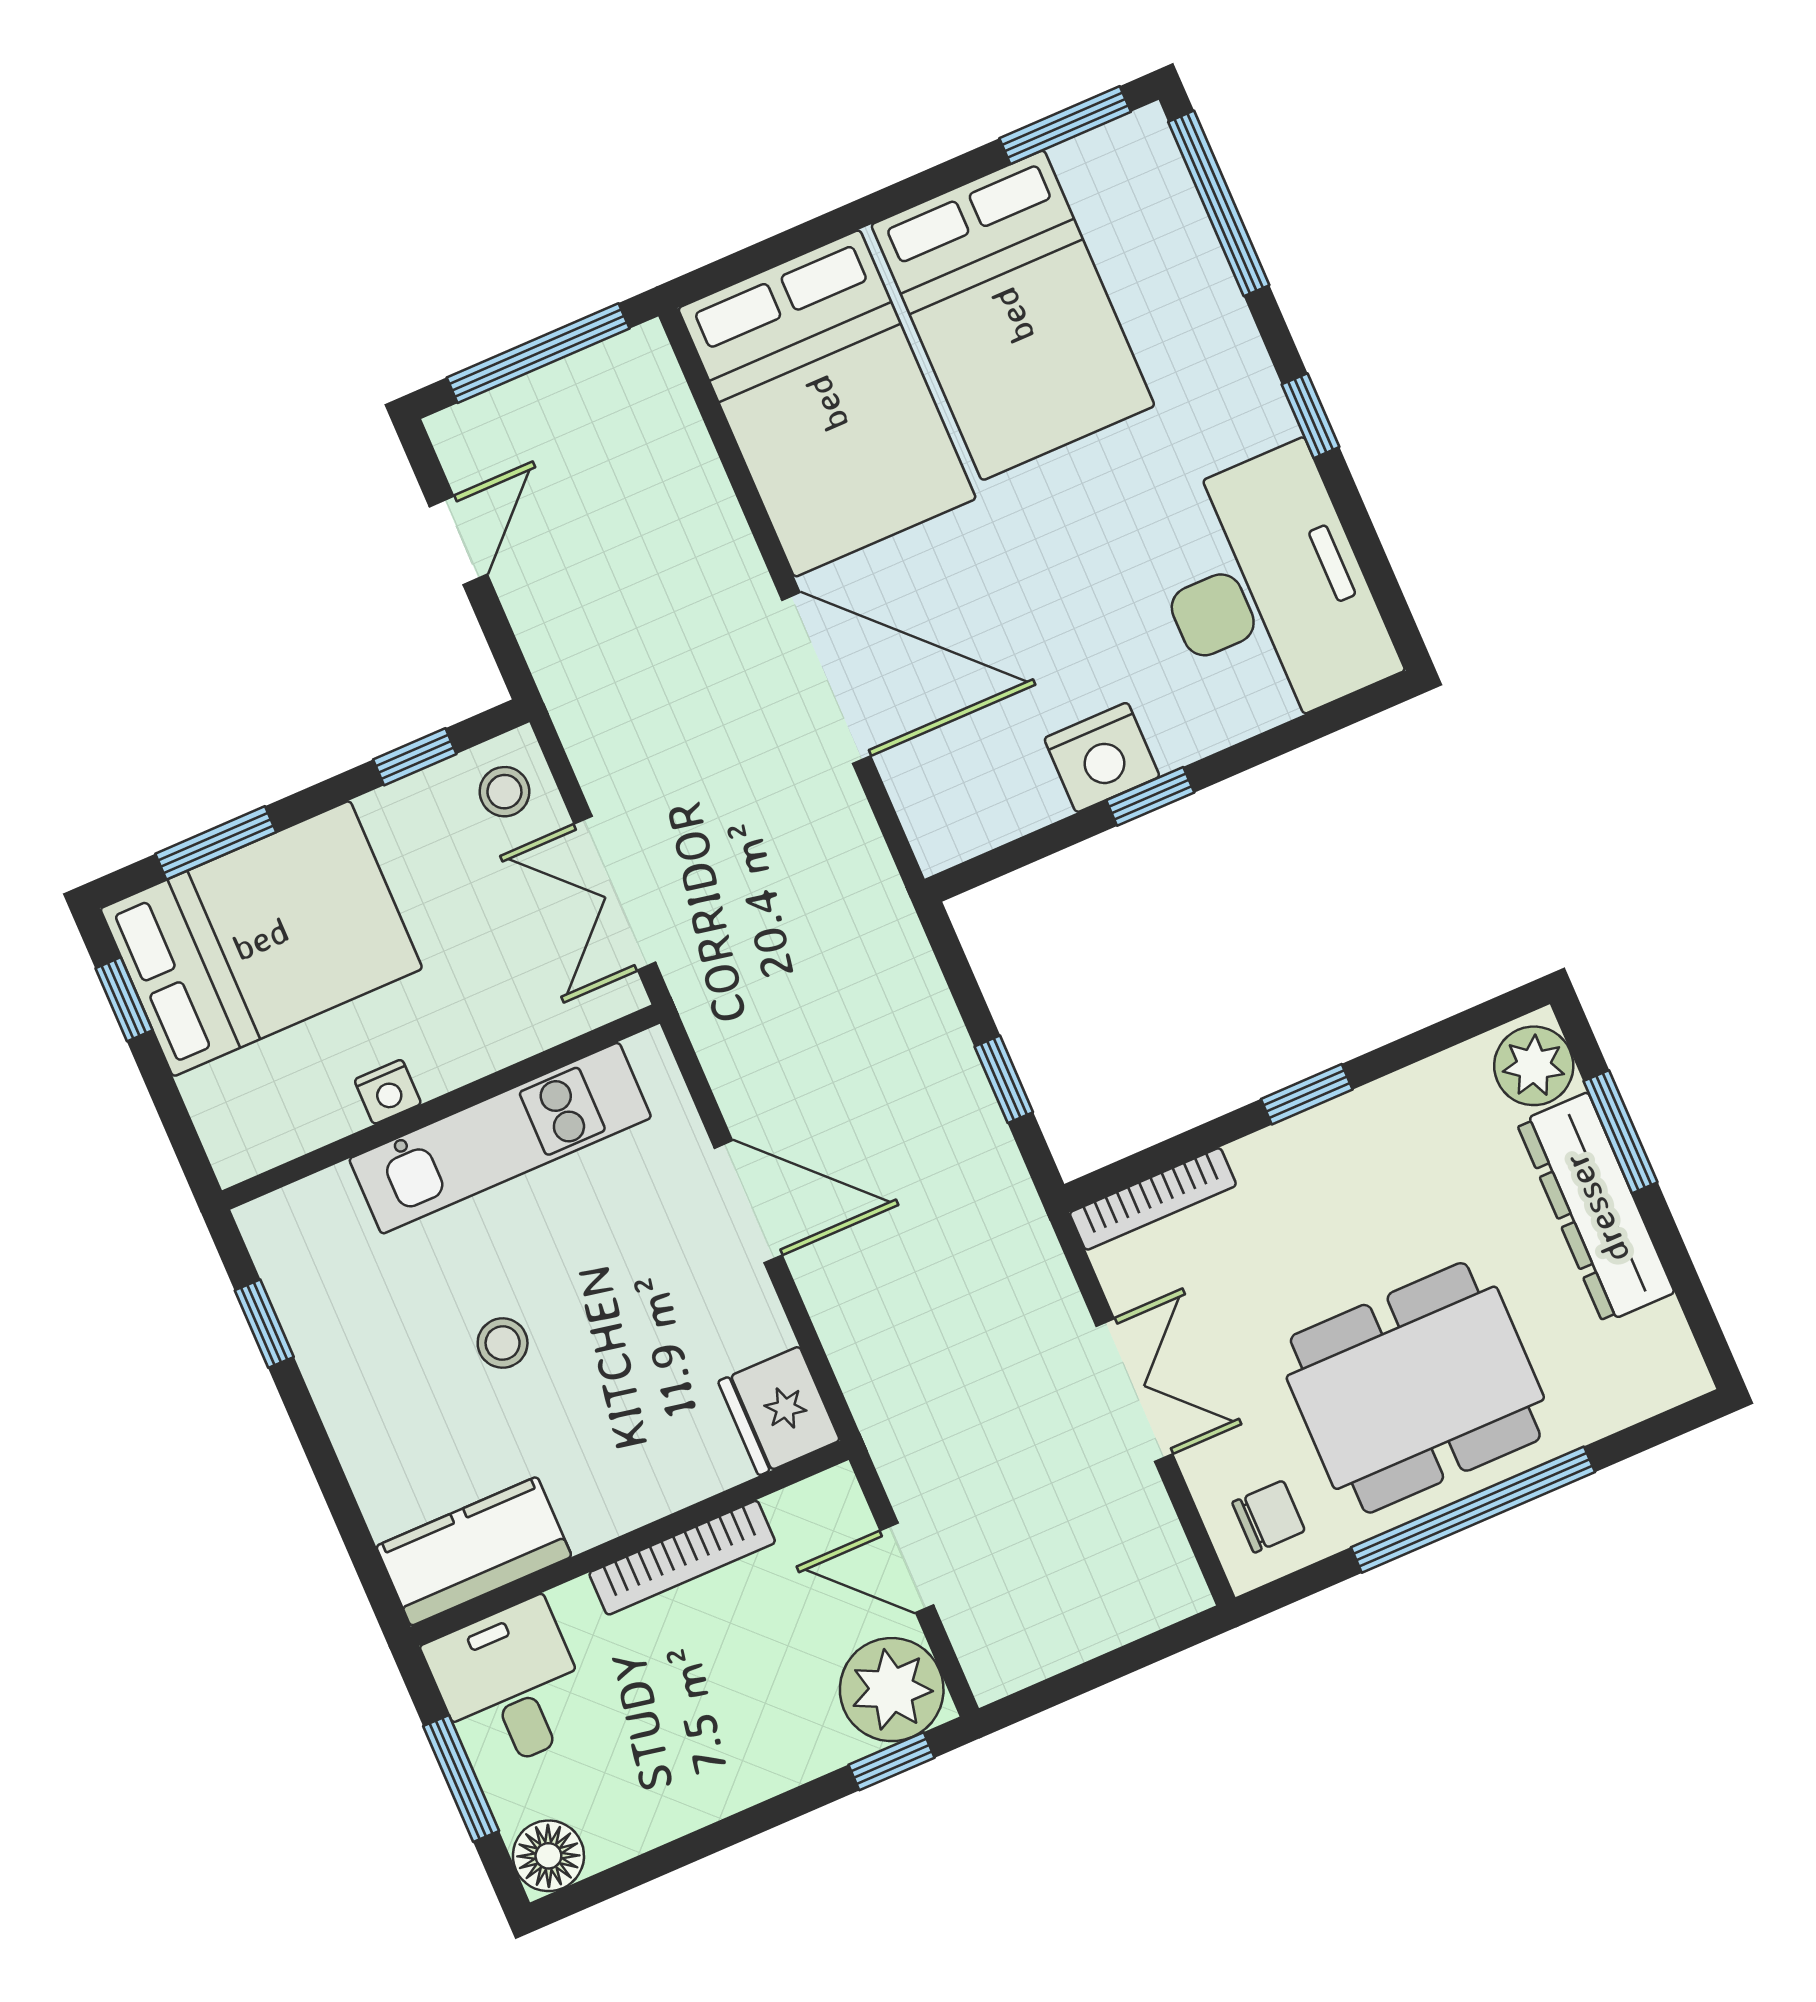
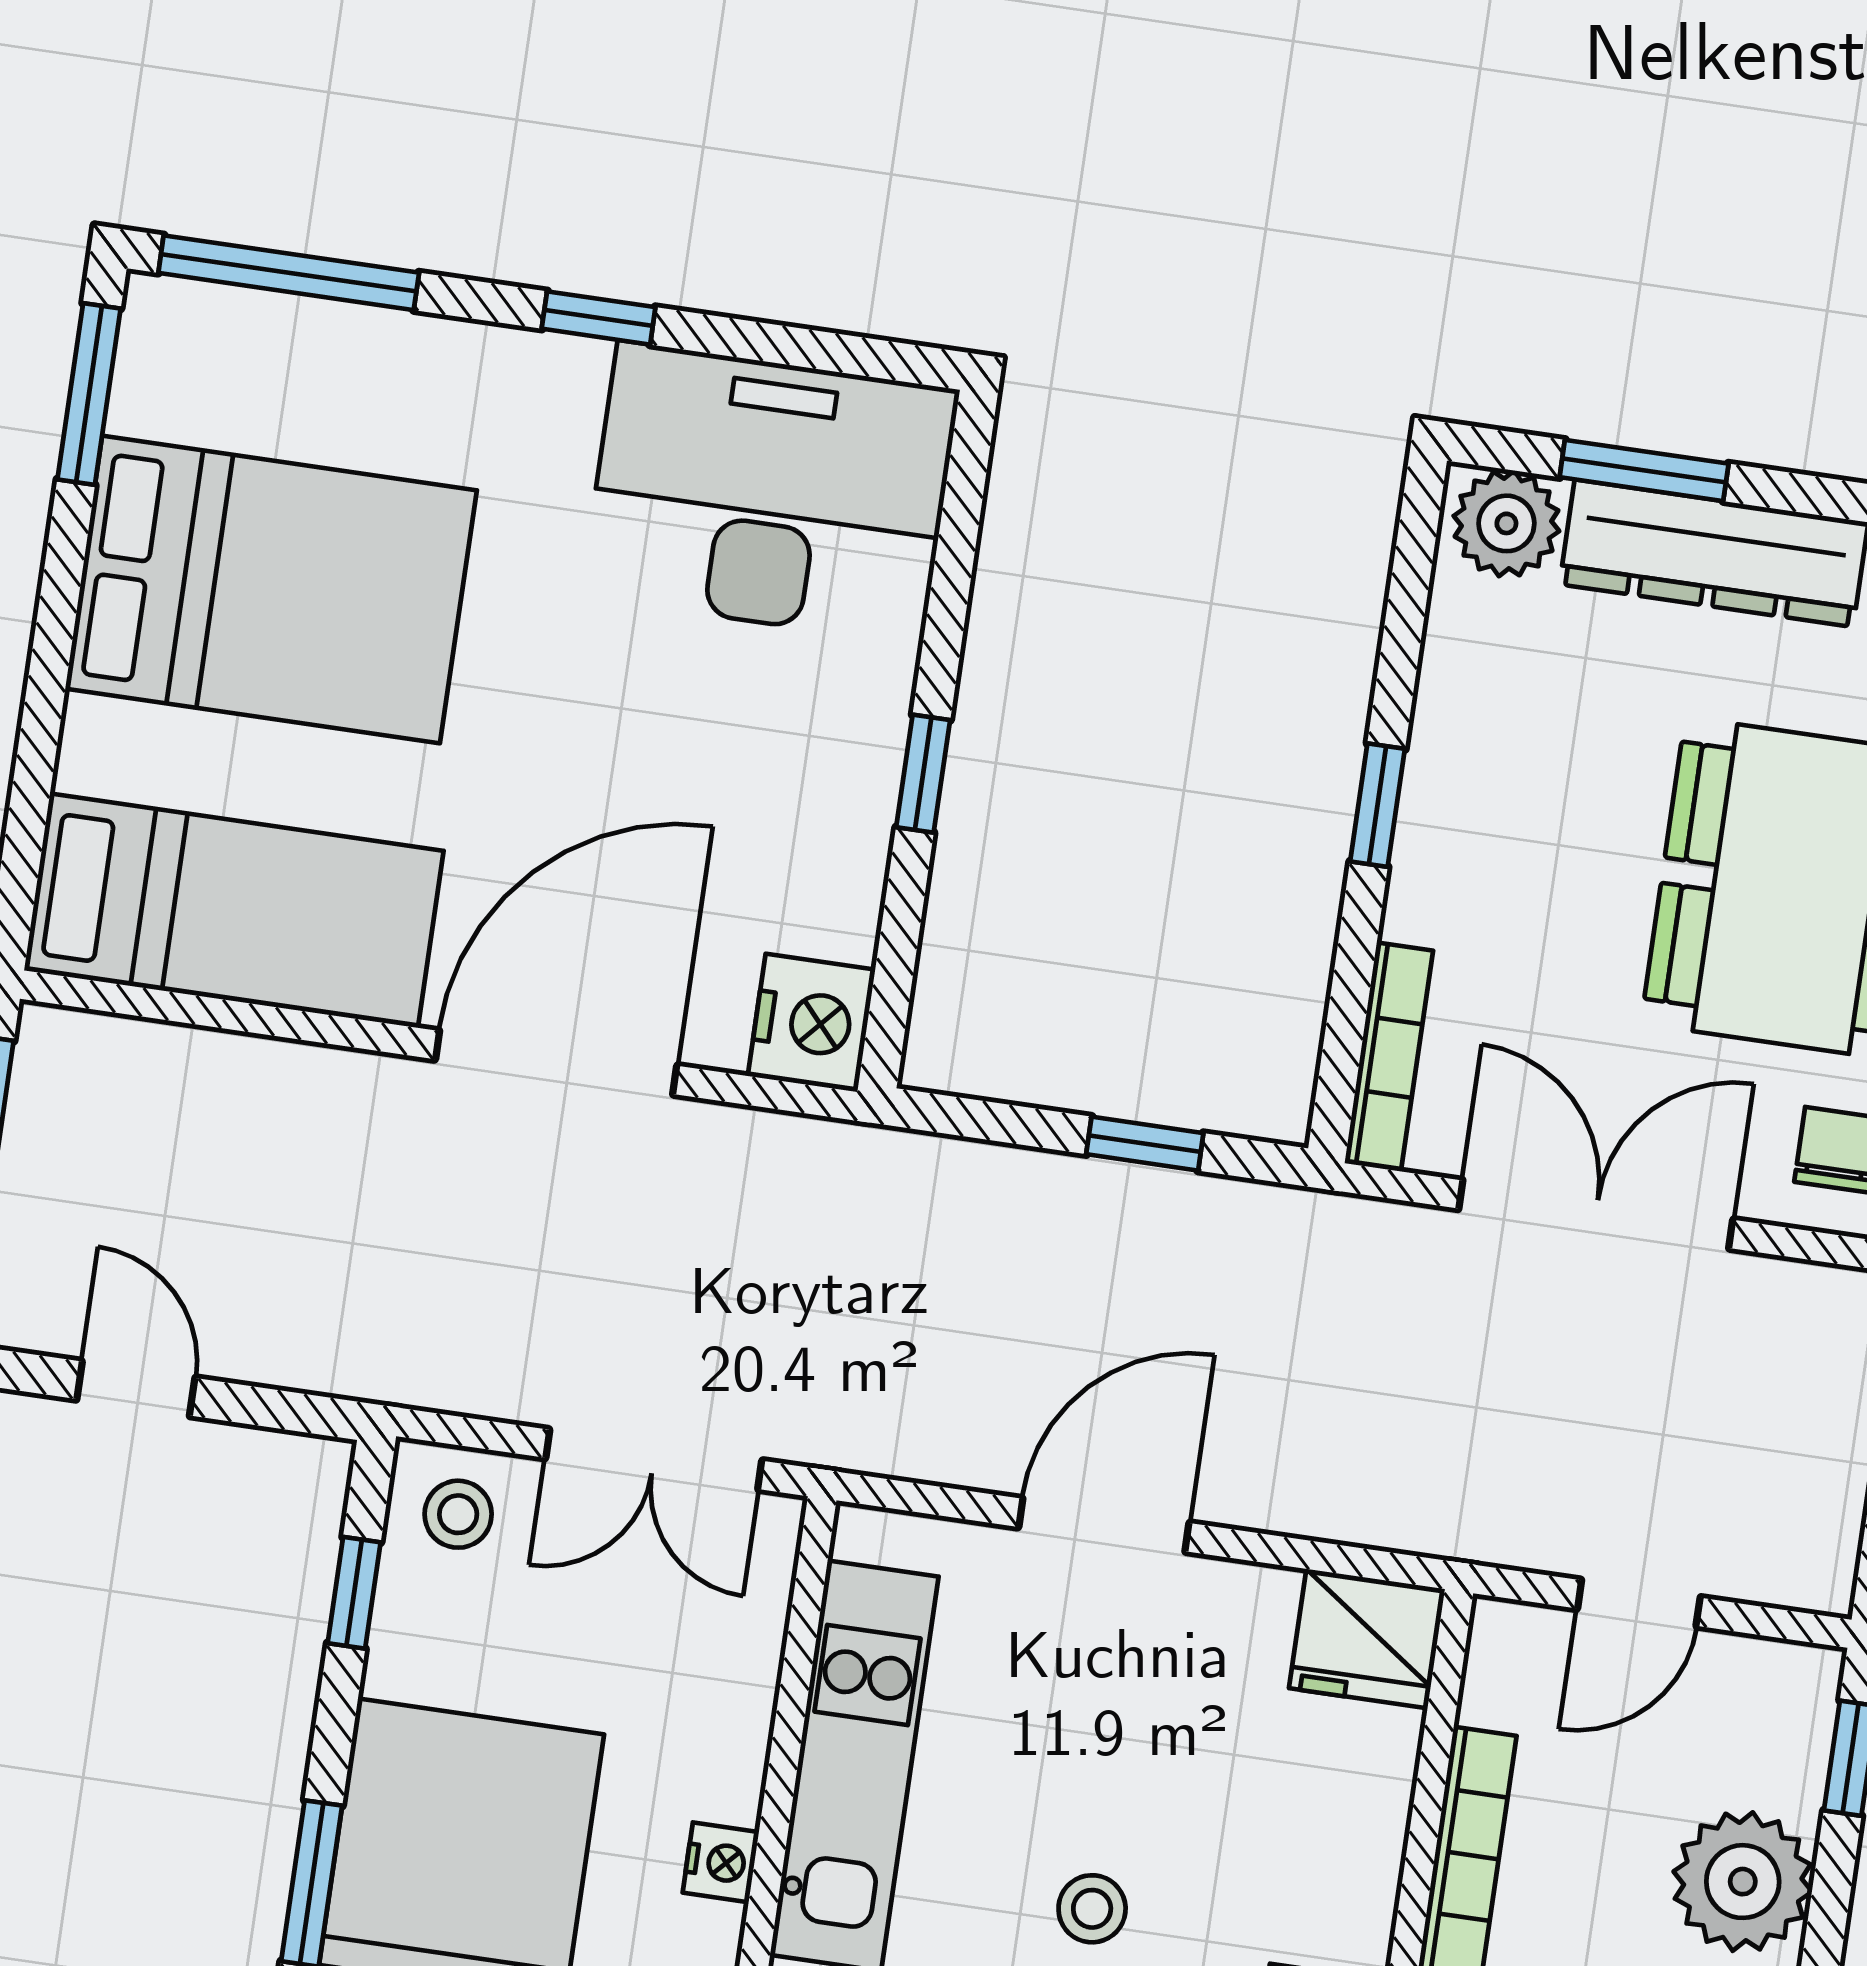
bed: (827, 403) -> (234, 911), width x0.67
nightstand: (1102, 757) -> (812, 1023), moved
double door: (1134, 1390) -> (1596, 1214), width x1.37
plant: (892, 1690) -> (1743, 1882), moved

